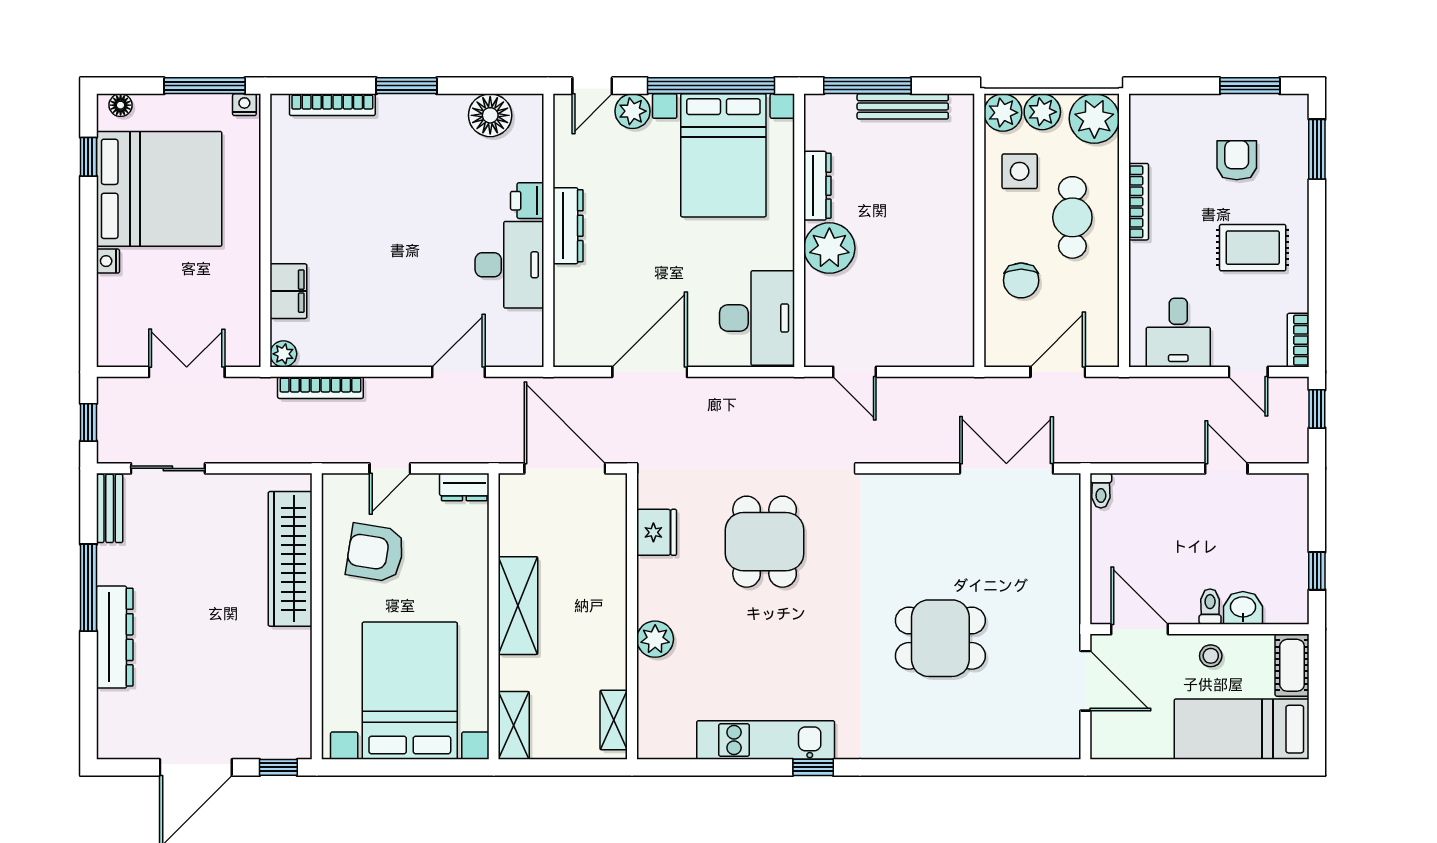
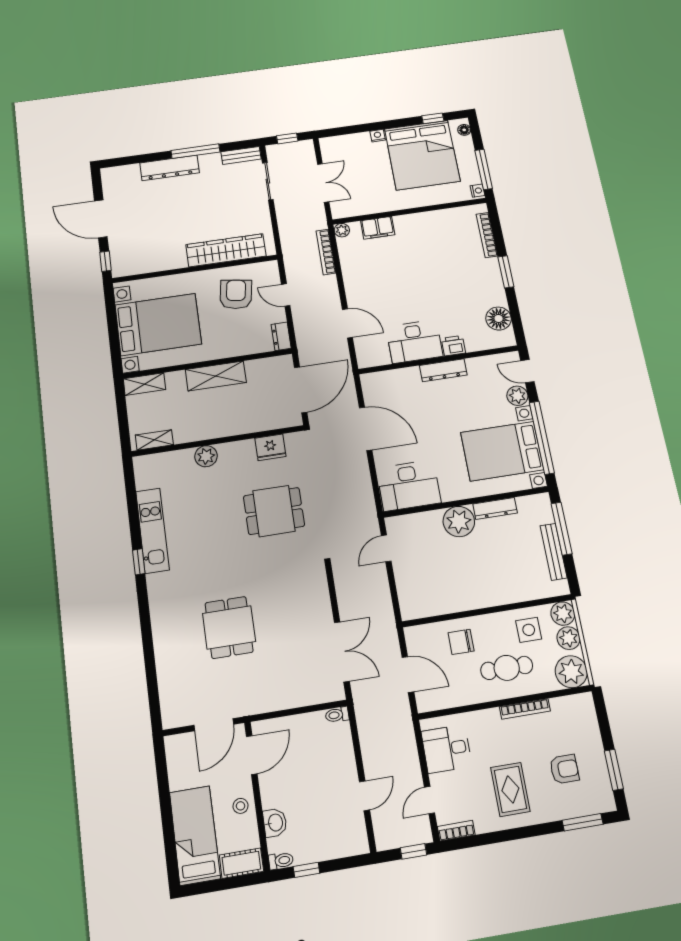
toilet: (1210, 607) -> (281, 861), moved

